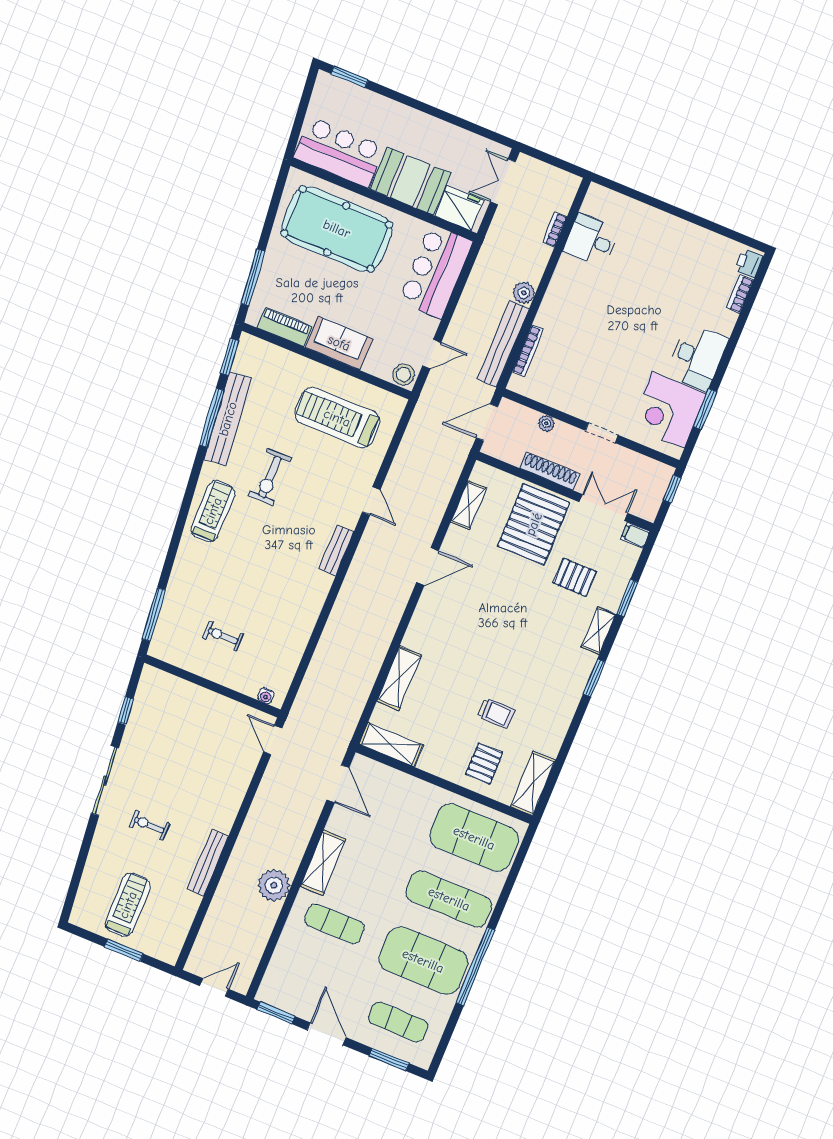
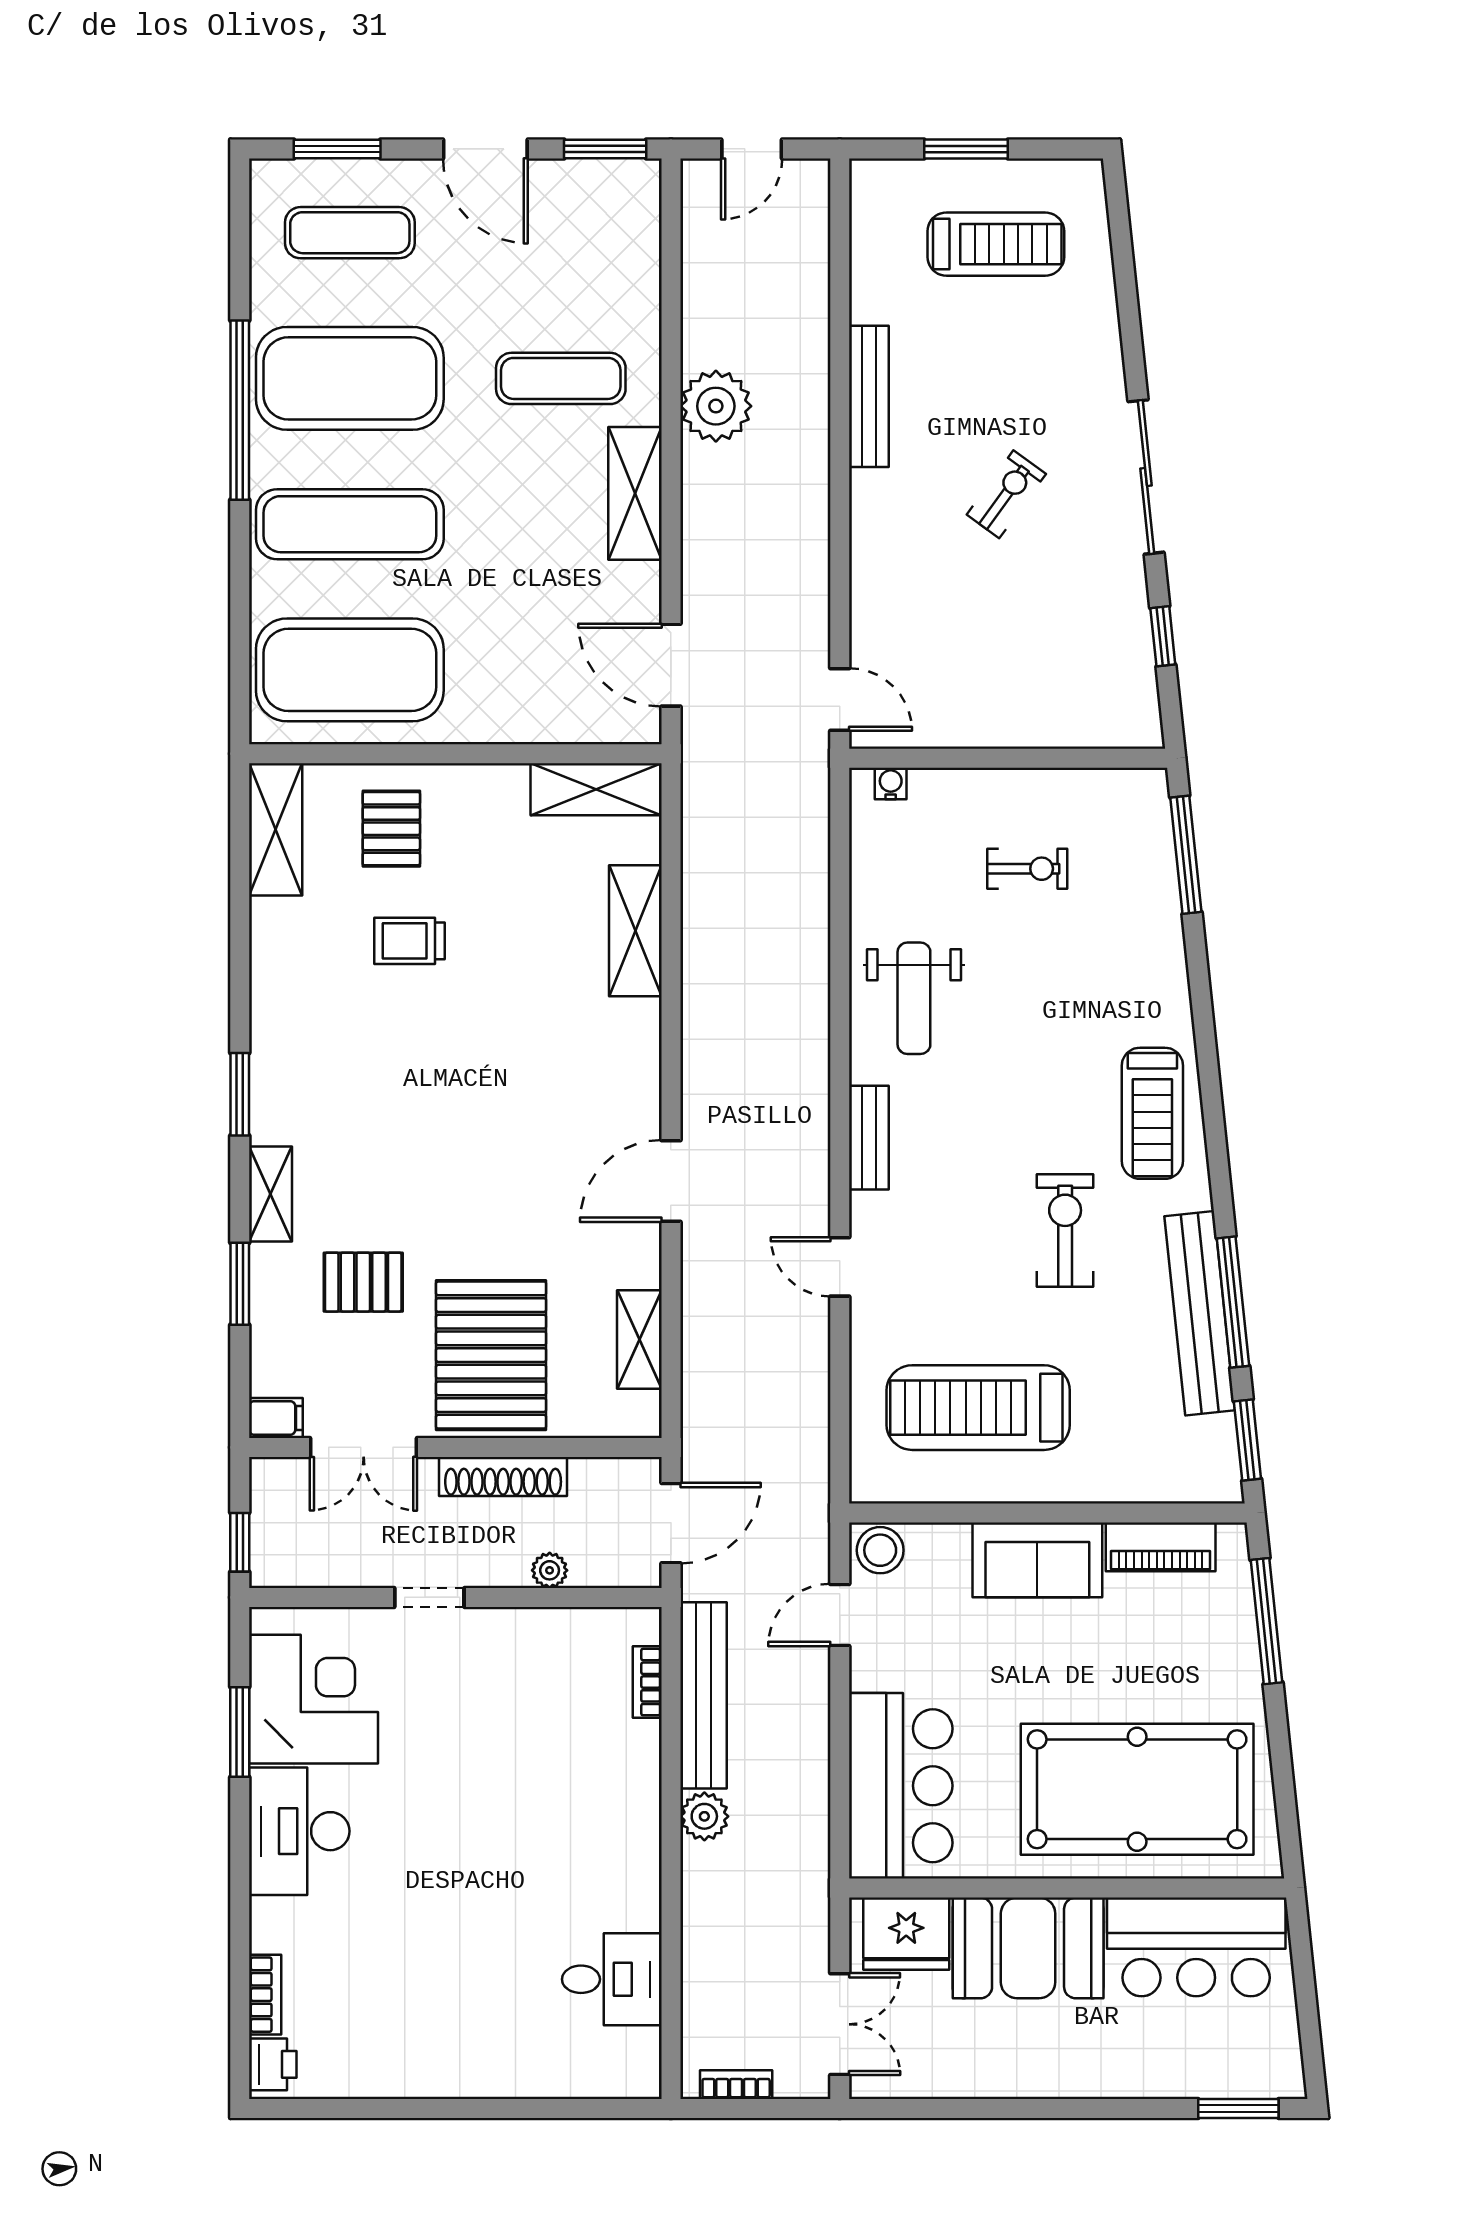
bookcase: (555, 230) -> (736, 2085), moved, turned -90
bookcase: (528, 351) -> (647, 1682), width x0.64
treadmill: (337, 418) -> (978, 1408), turned 180
weight bench: (293, 601) -> (914, 998), added
exercise bike: (149, 825) -> (1006, 494), moved, turned -54
treadmill: (128, 905) -> (996, 244), turned -90

